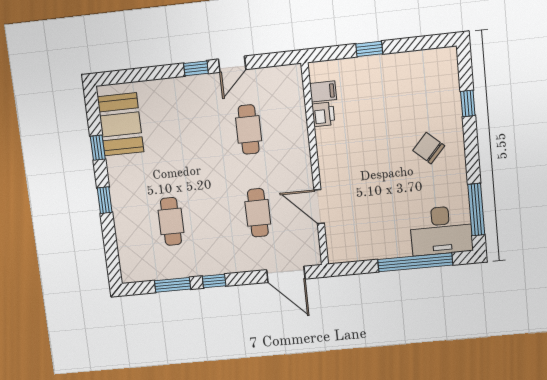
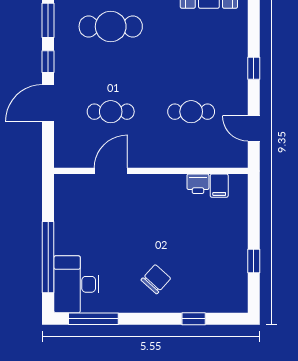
window: (369, 49) -> (254, 261), moved
door: (232, 64) -> (254, 128), moved
cafe table: (171, 221) -> (111, 27), width x1.37, depth x1.35
door: (286, 274) -> (48, 103), moved

